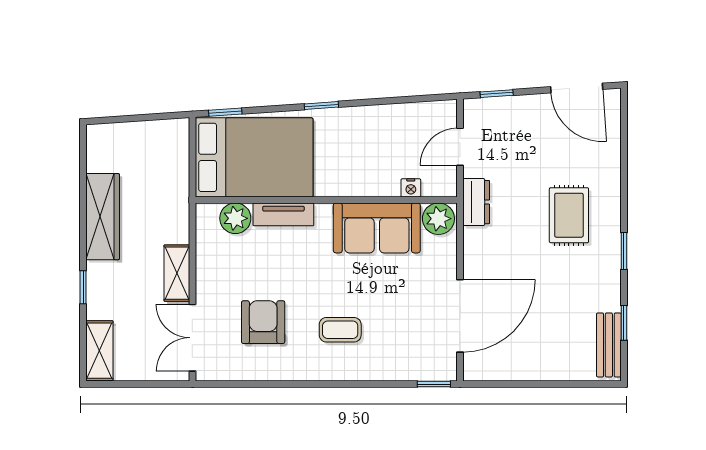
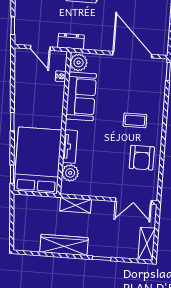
shelving: (177, 273) -> (76, 205), moved
armchair: (263, 322) -> (142, 158), moved, turned -90
coffee table: (340, 330) -> (135, 120), turned 90
shelving: (99, 351) -> (147, 244), moved, turned 90

